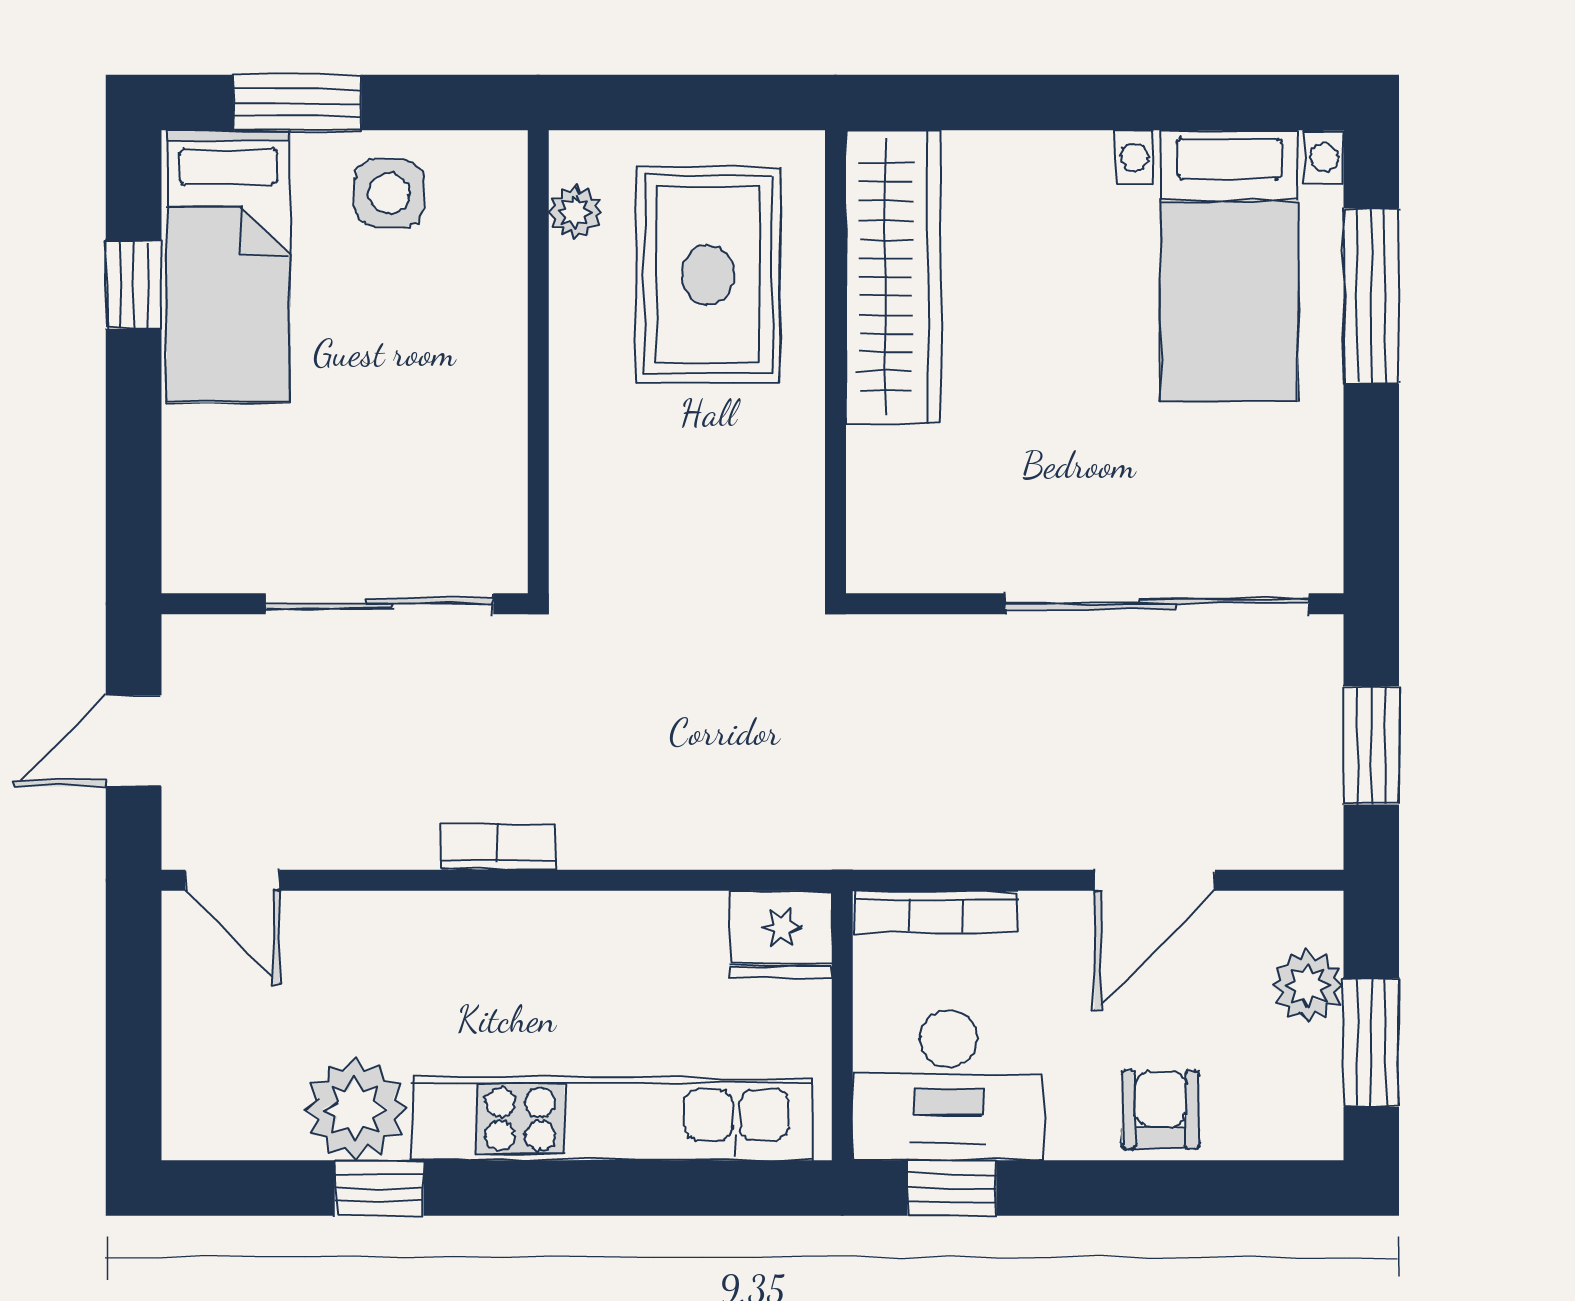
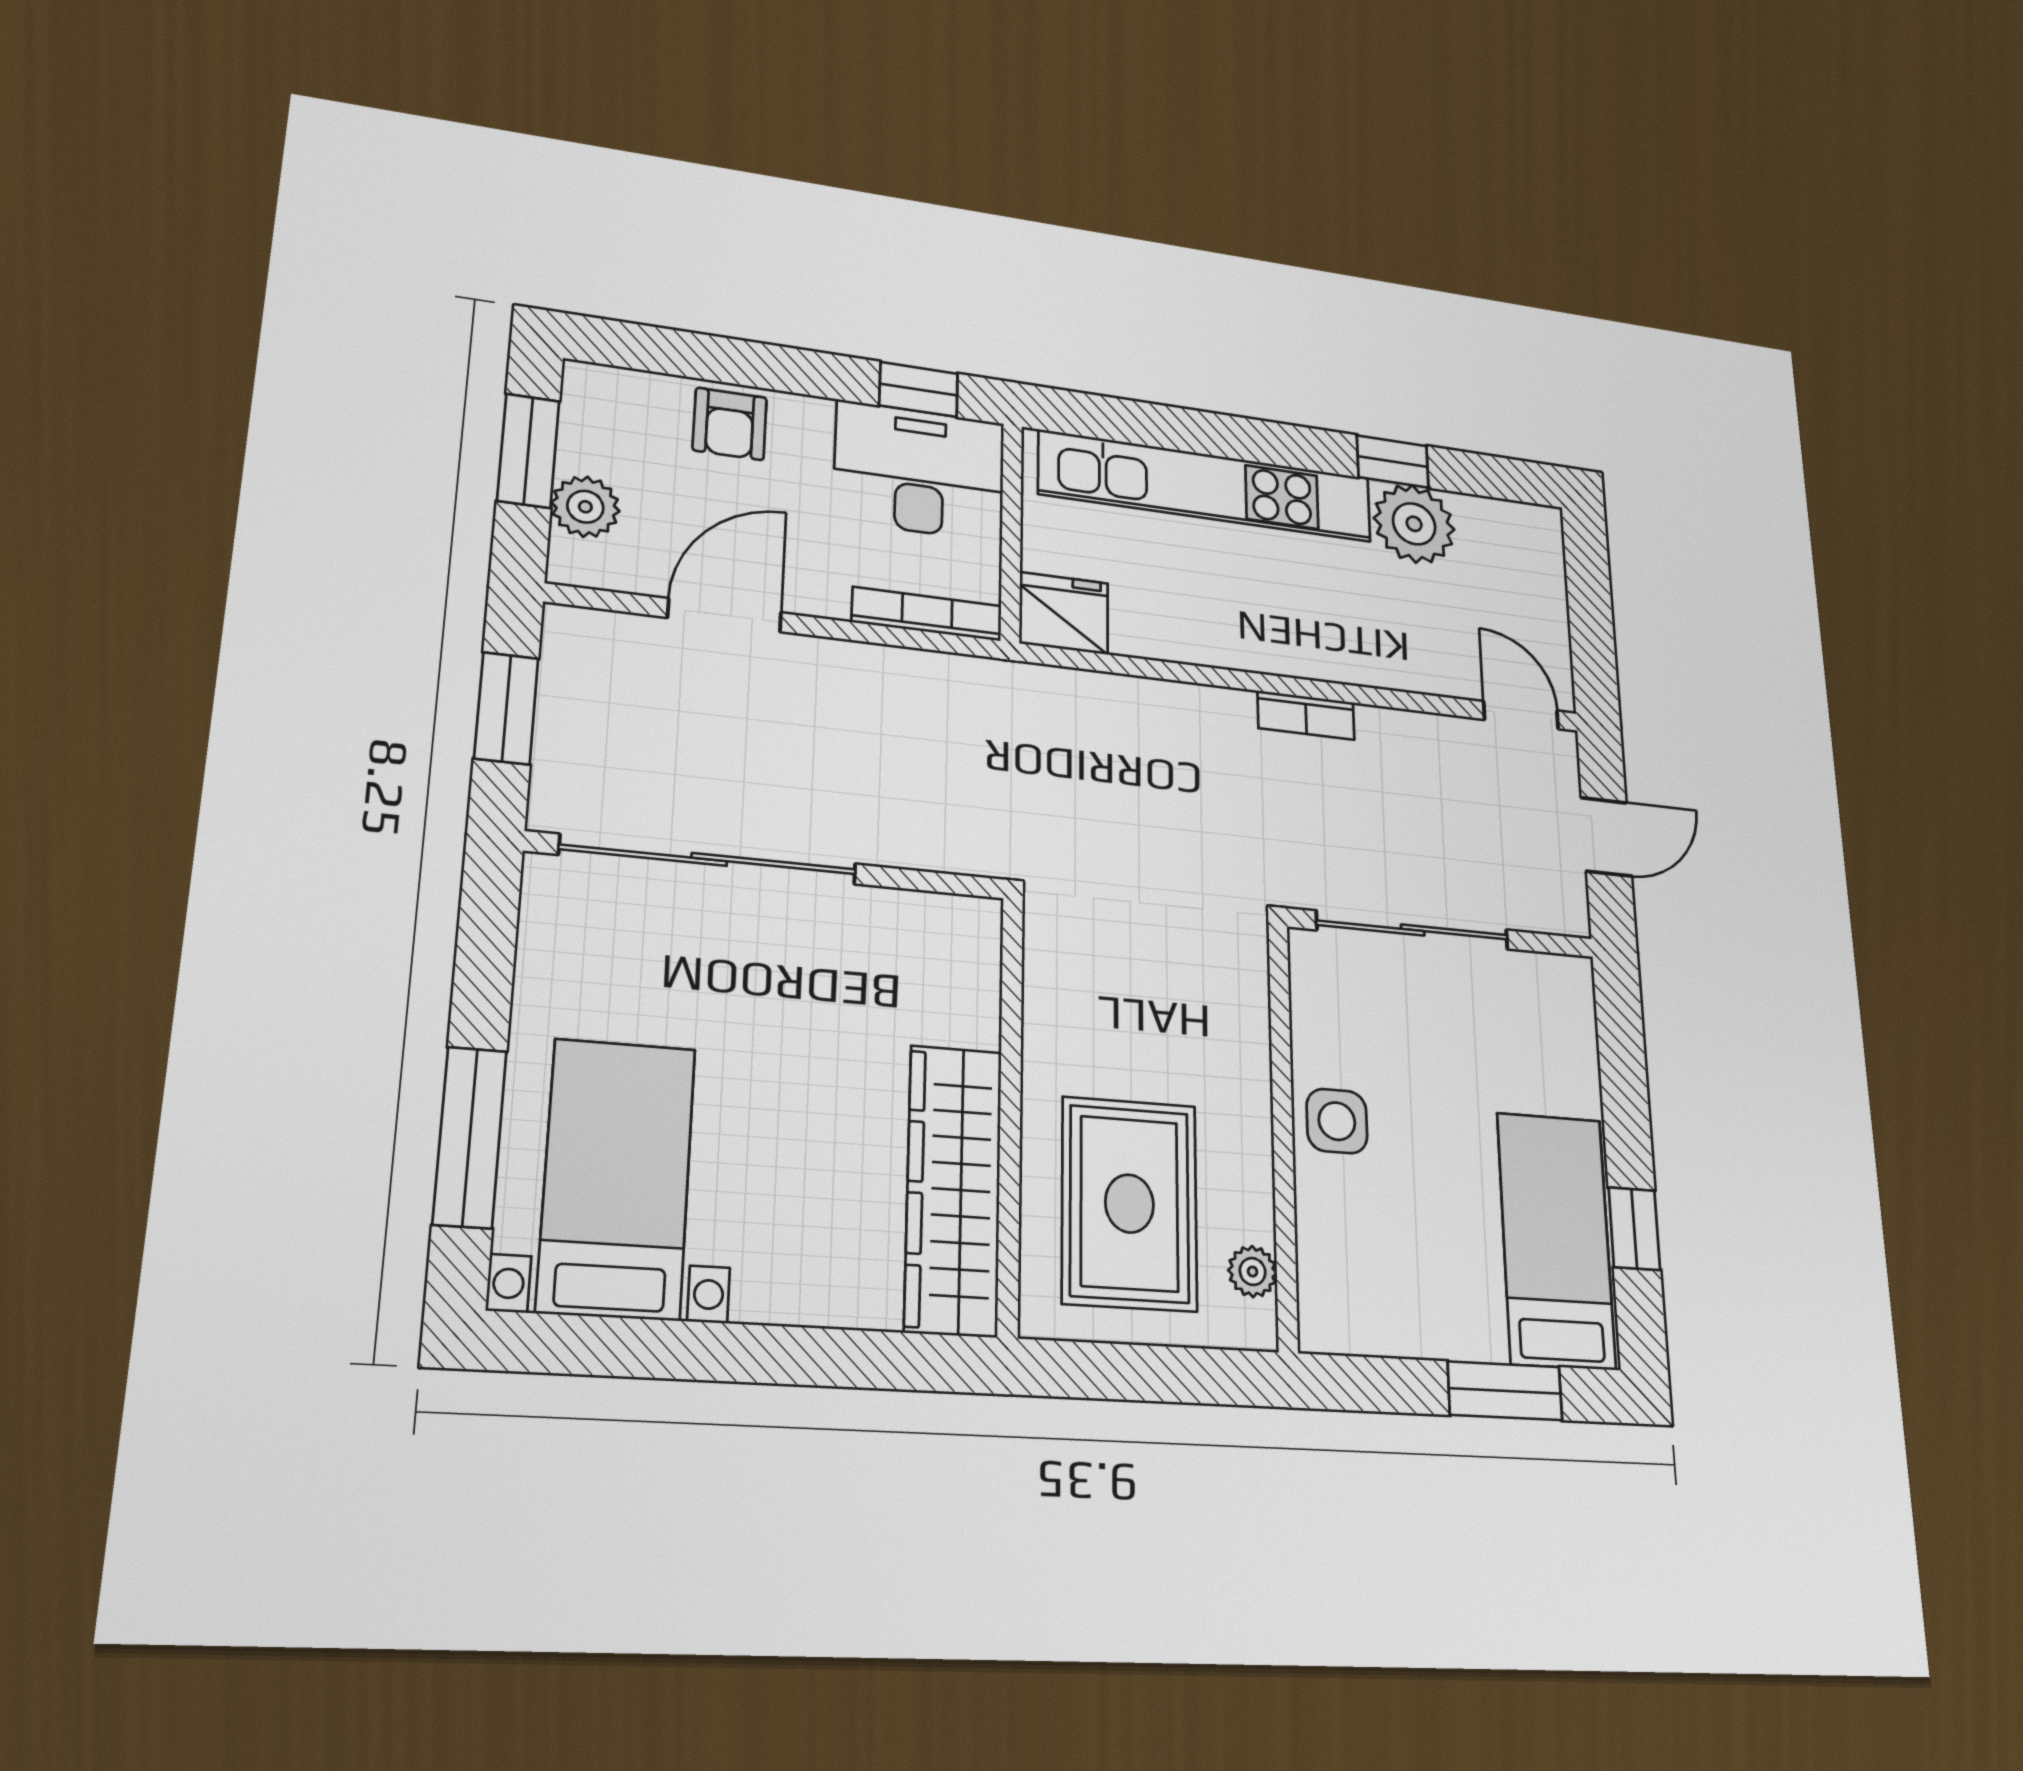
side table: (389, 193) -> (1337, 1121), moved

